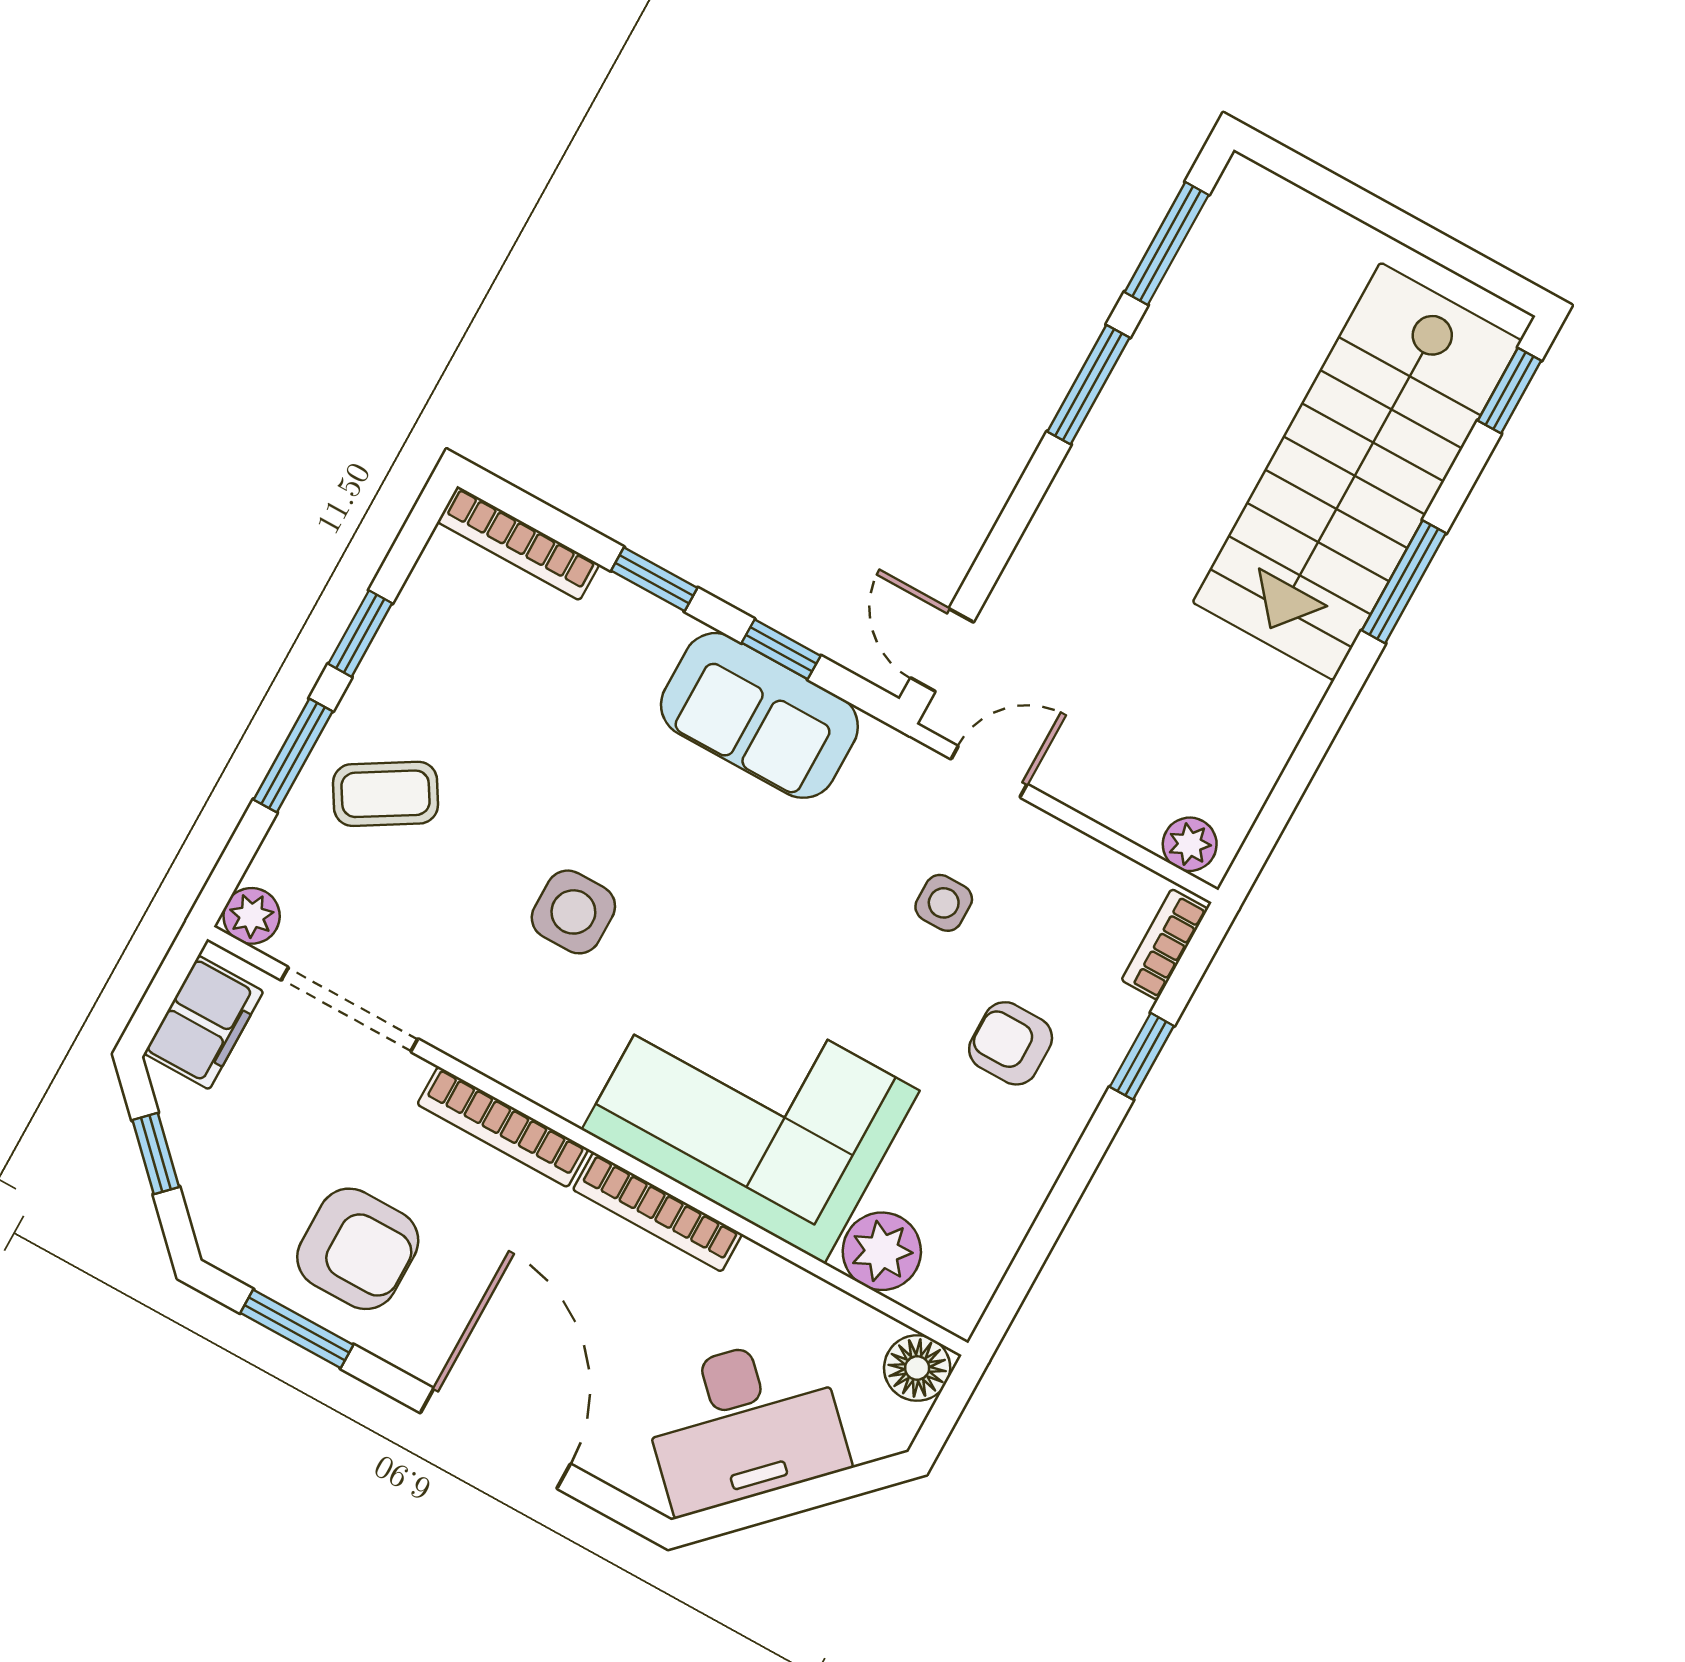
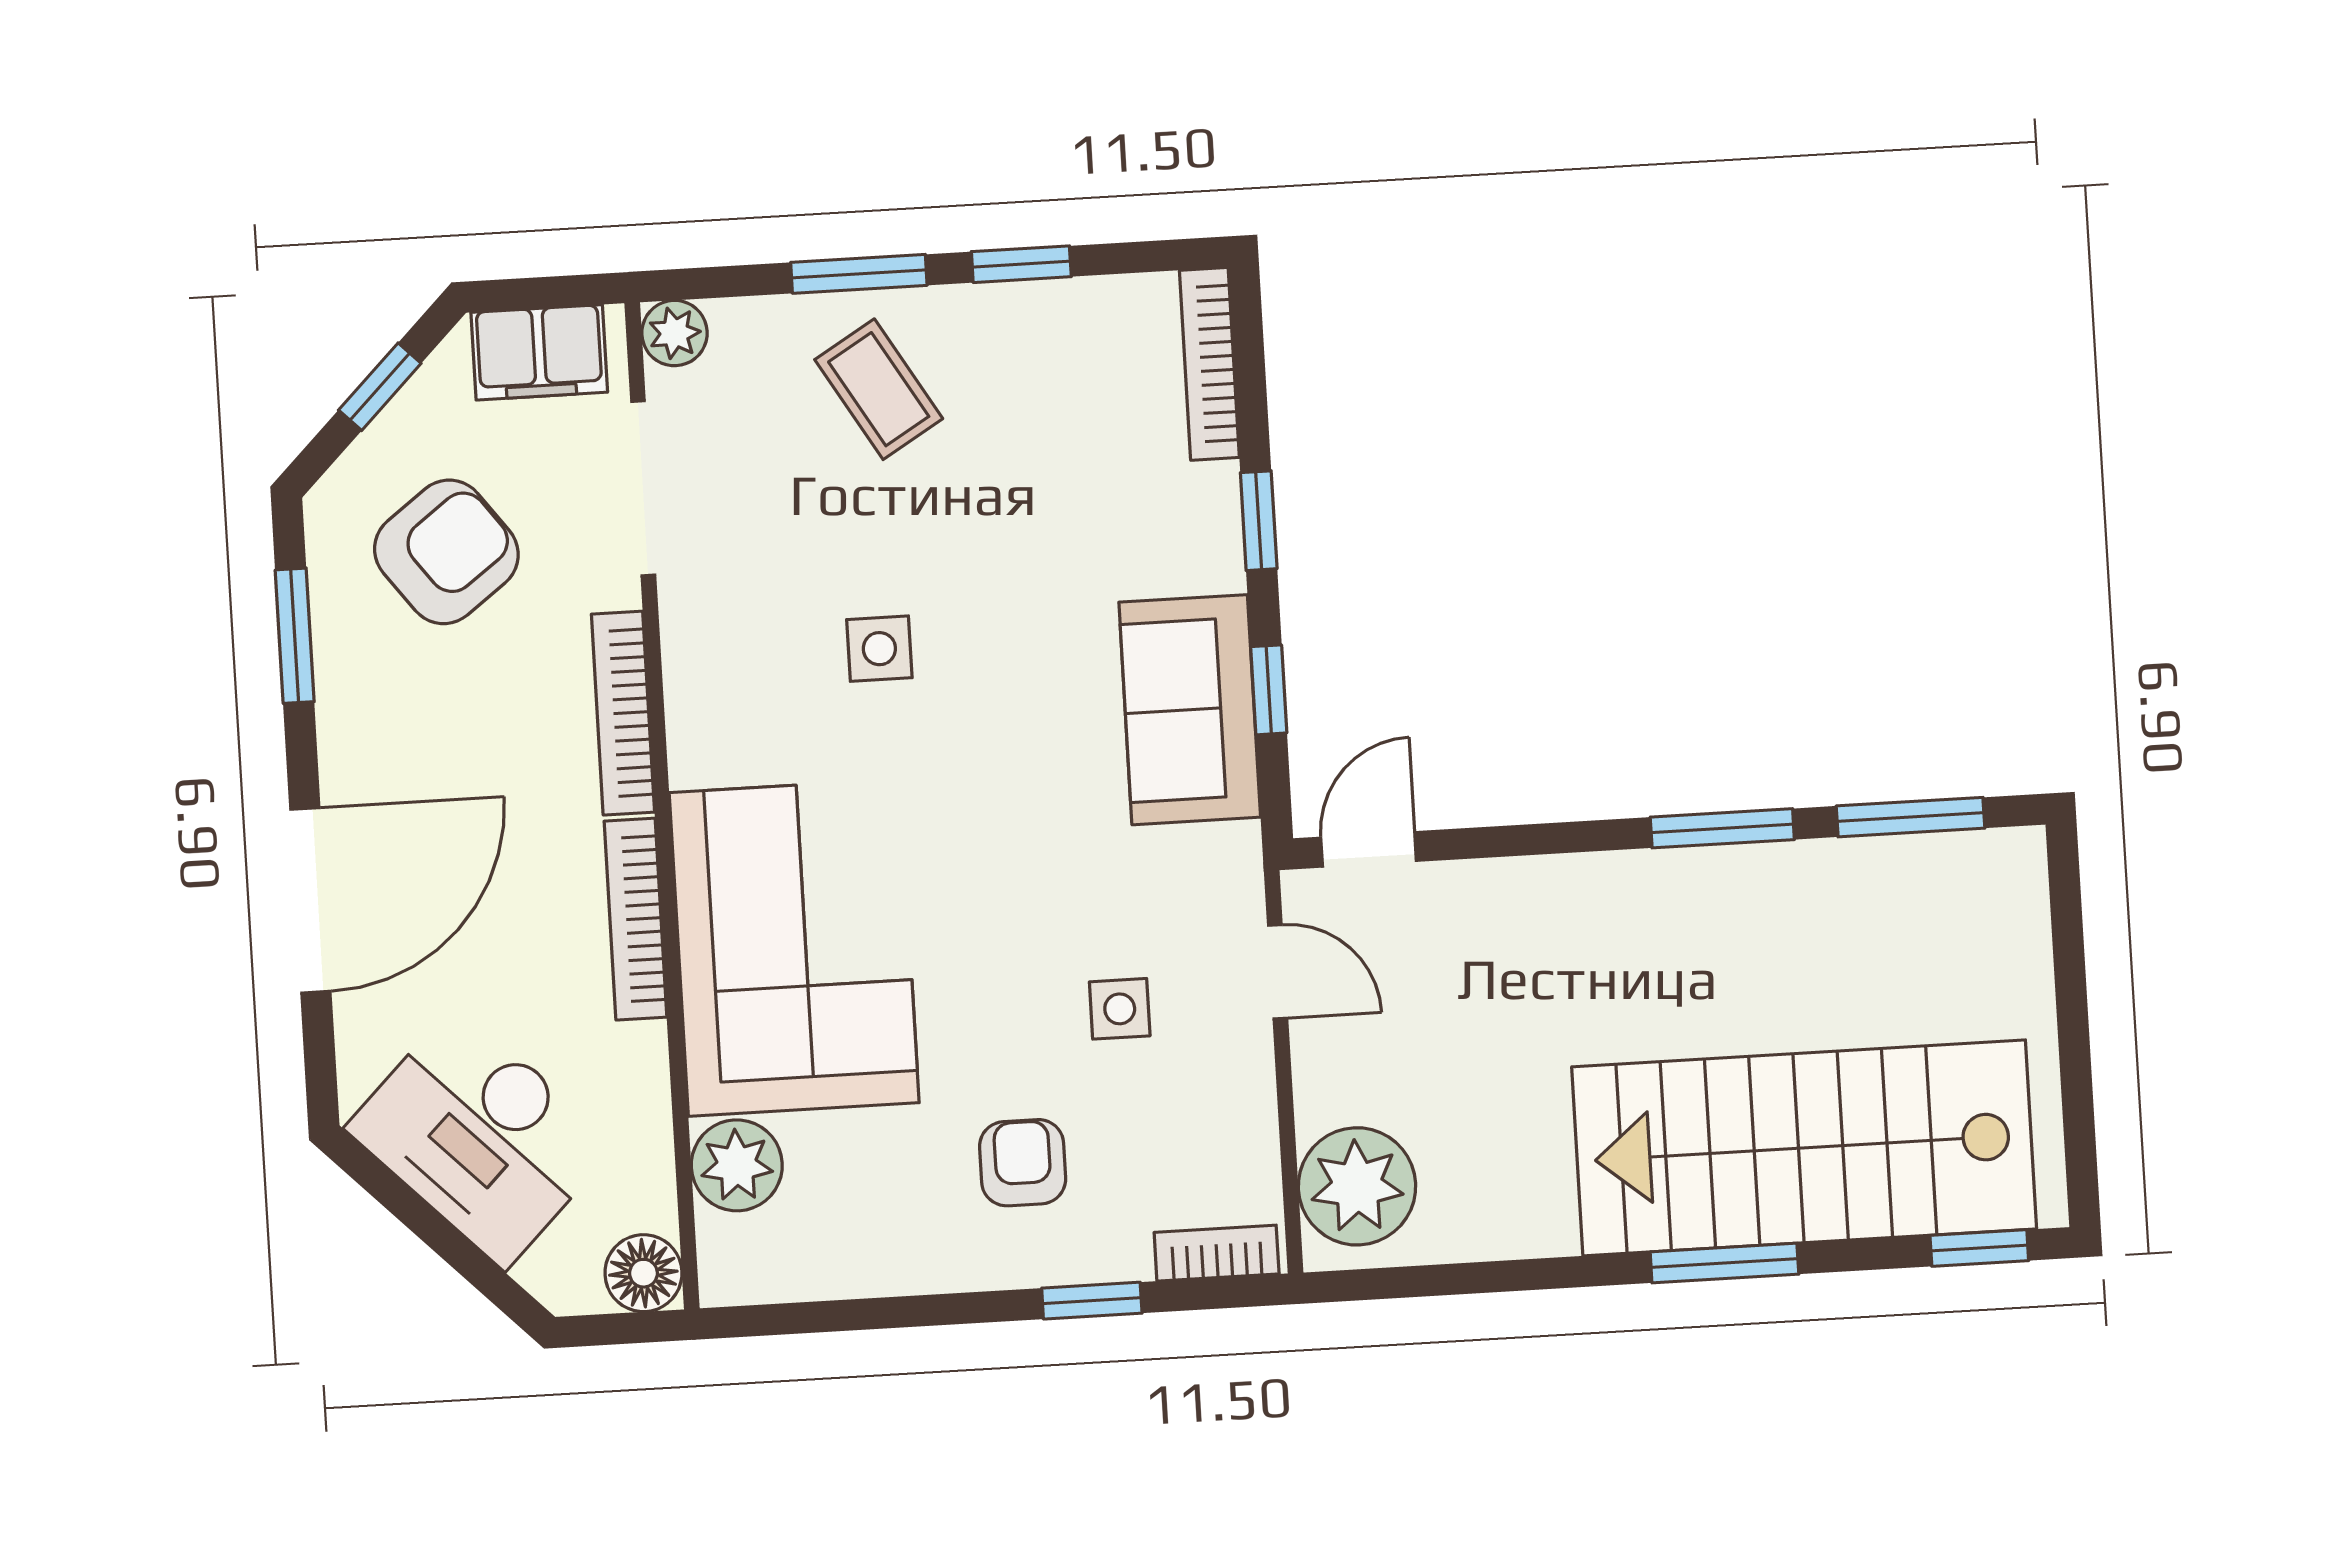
plant: (1190, 844) -> (1357, 1186), width x1.87, depth x1.87
side table: (573, 912) -> (879, 649), width x0.73, depth x0.73
armchair: (358, 1249) -> (446, 552), moved, turned -127

